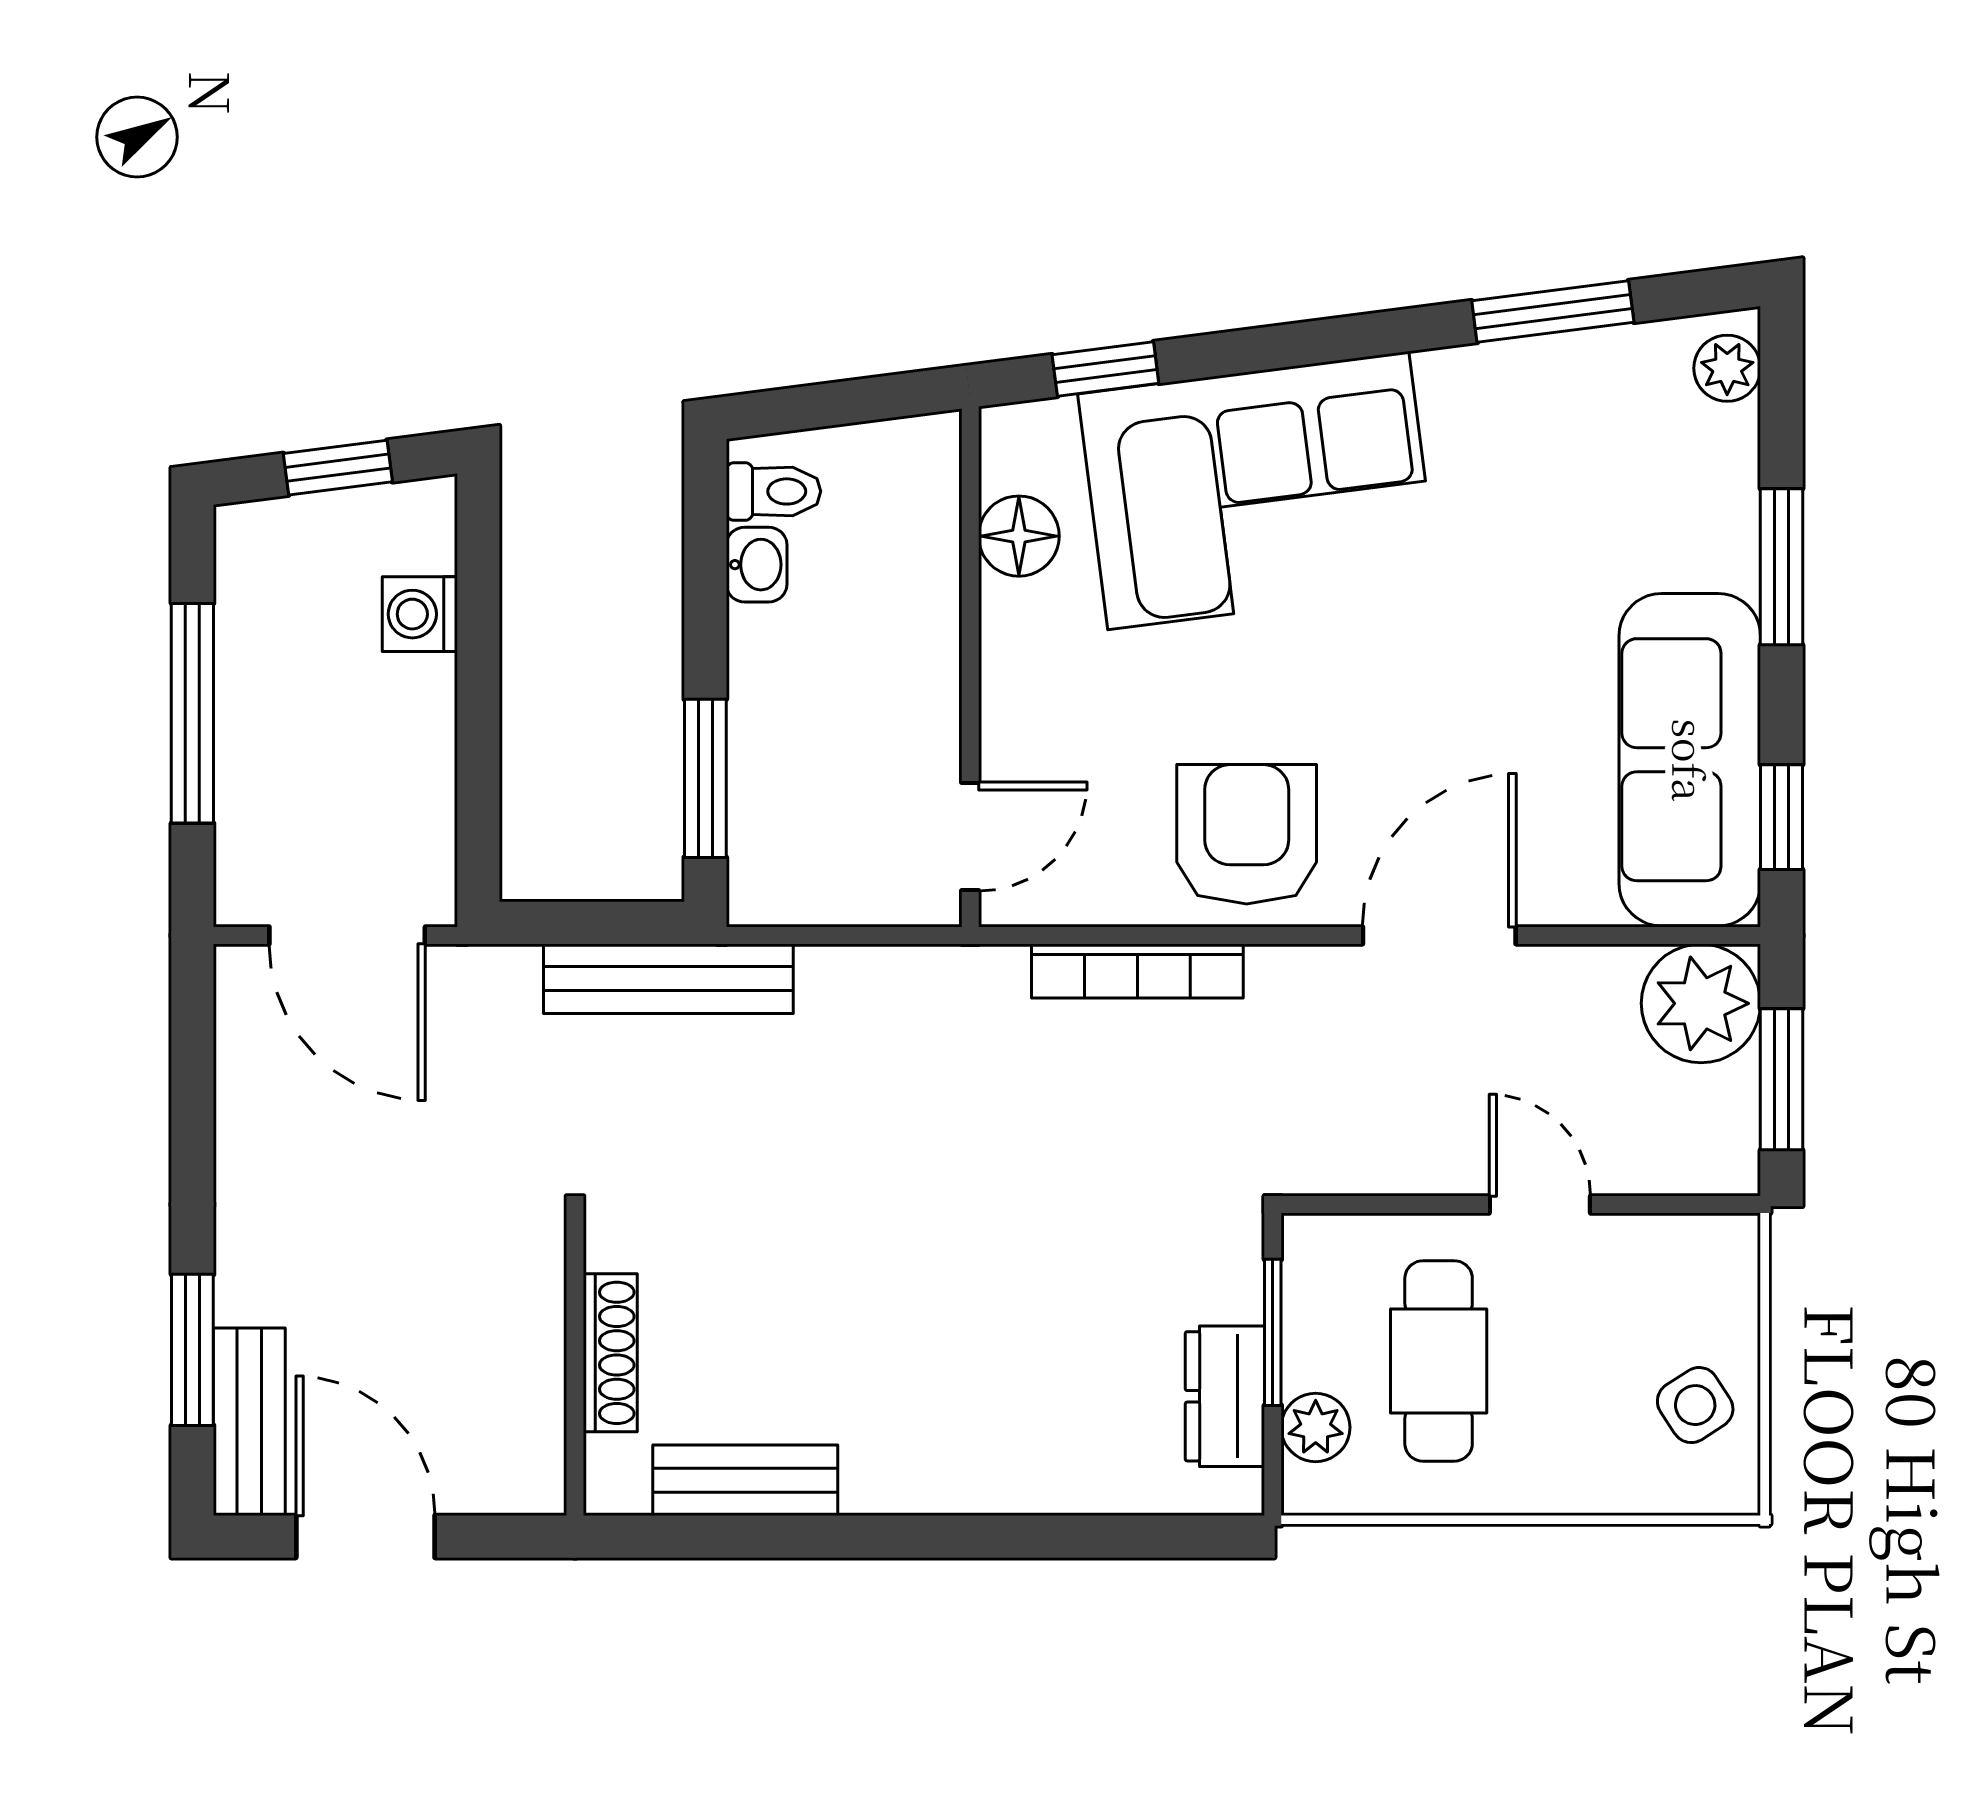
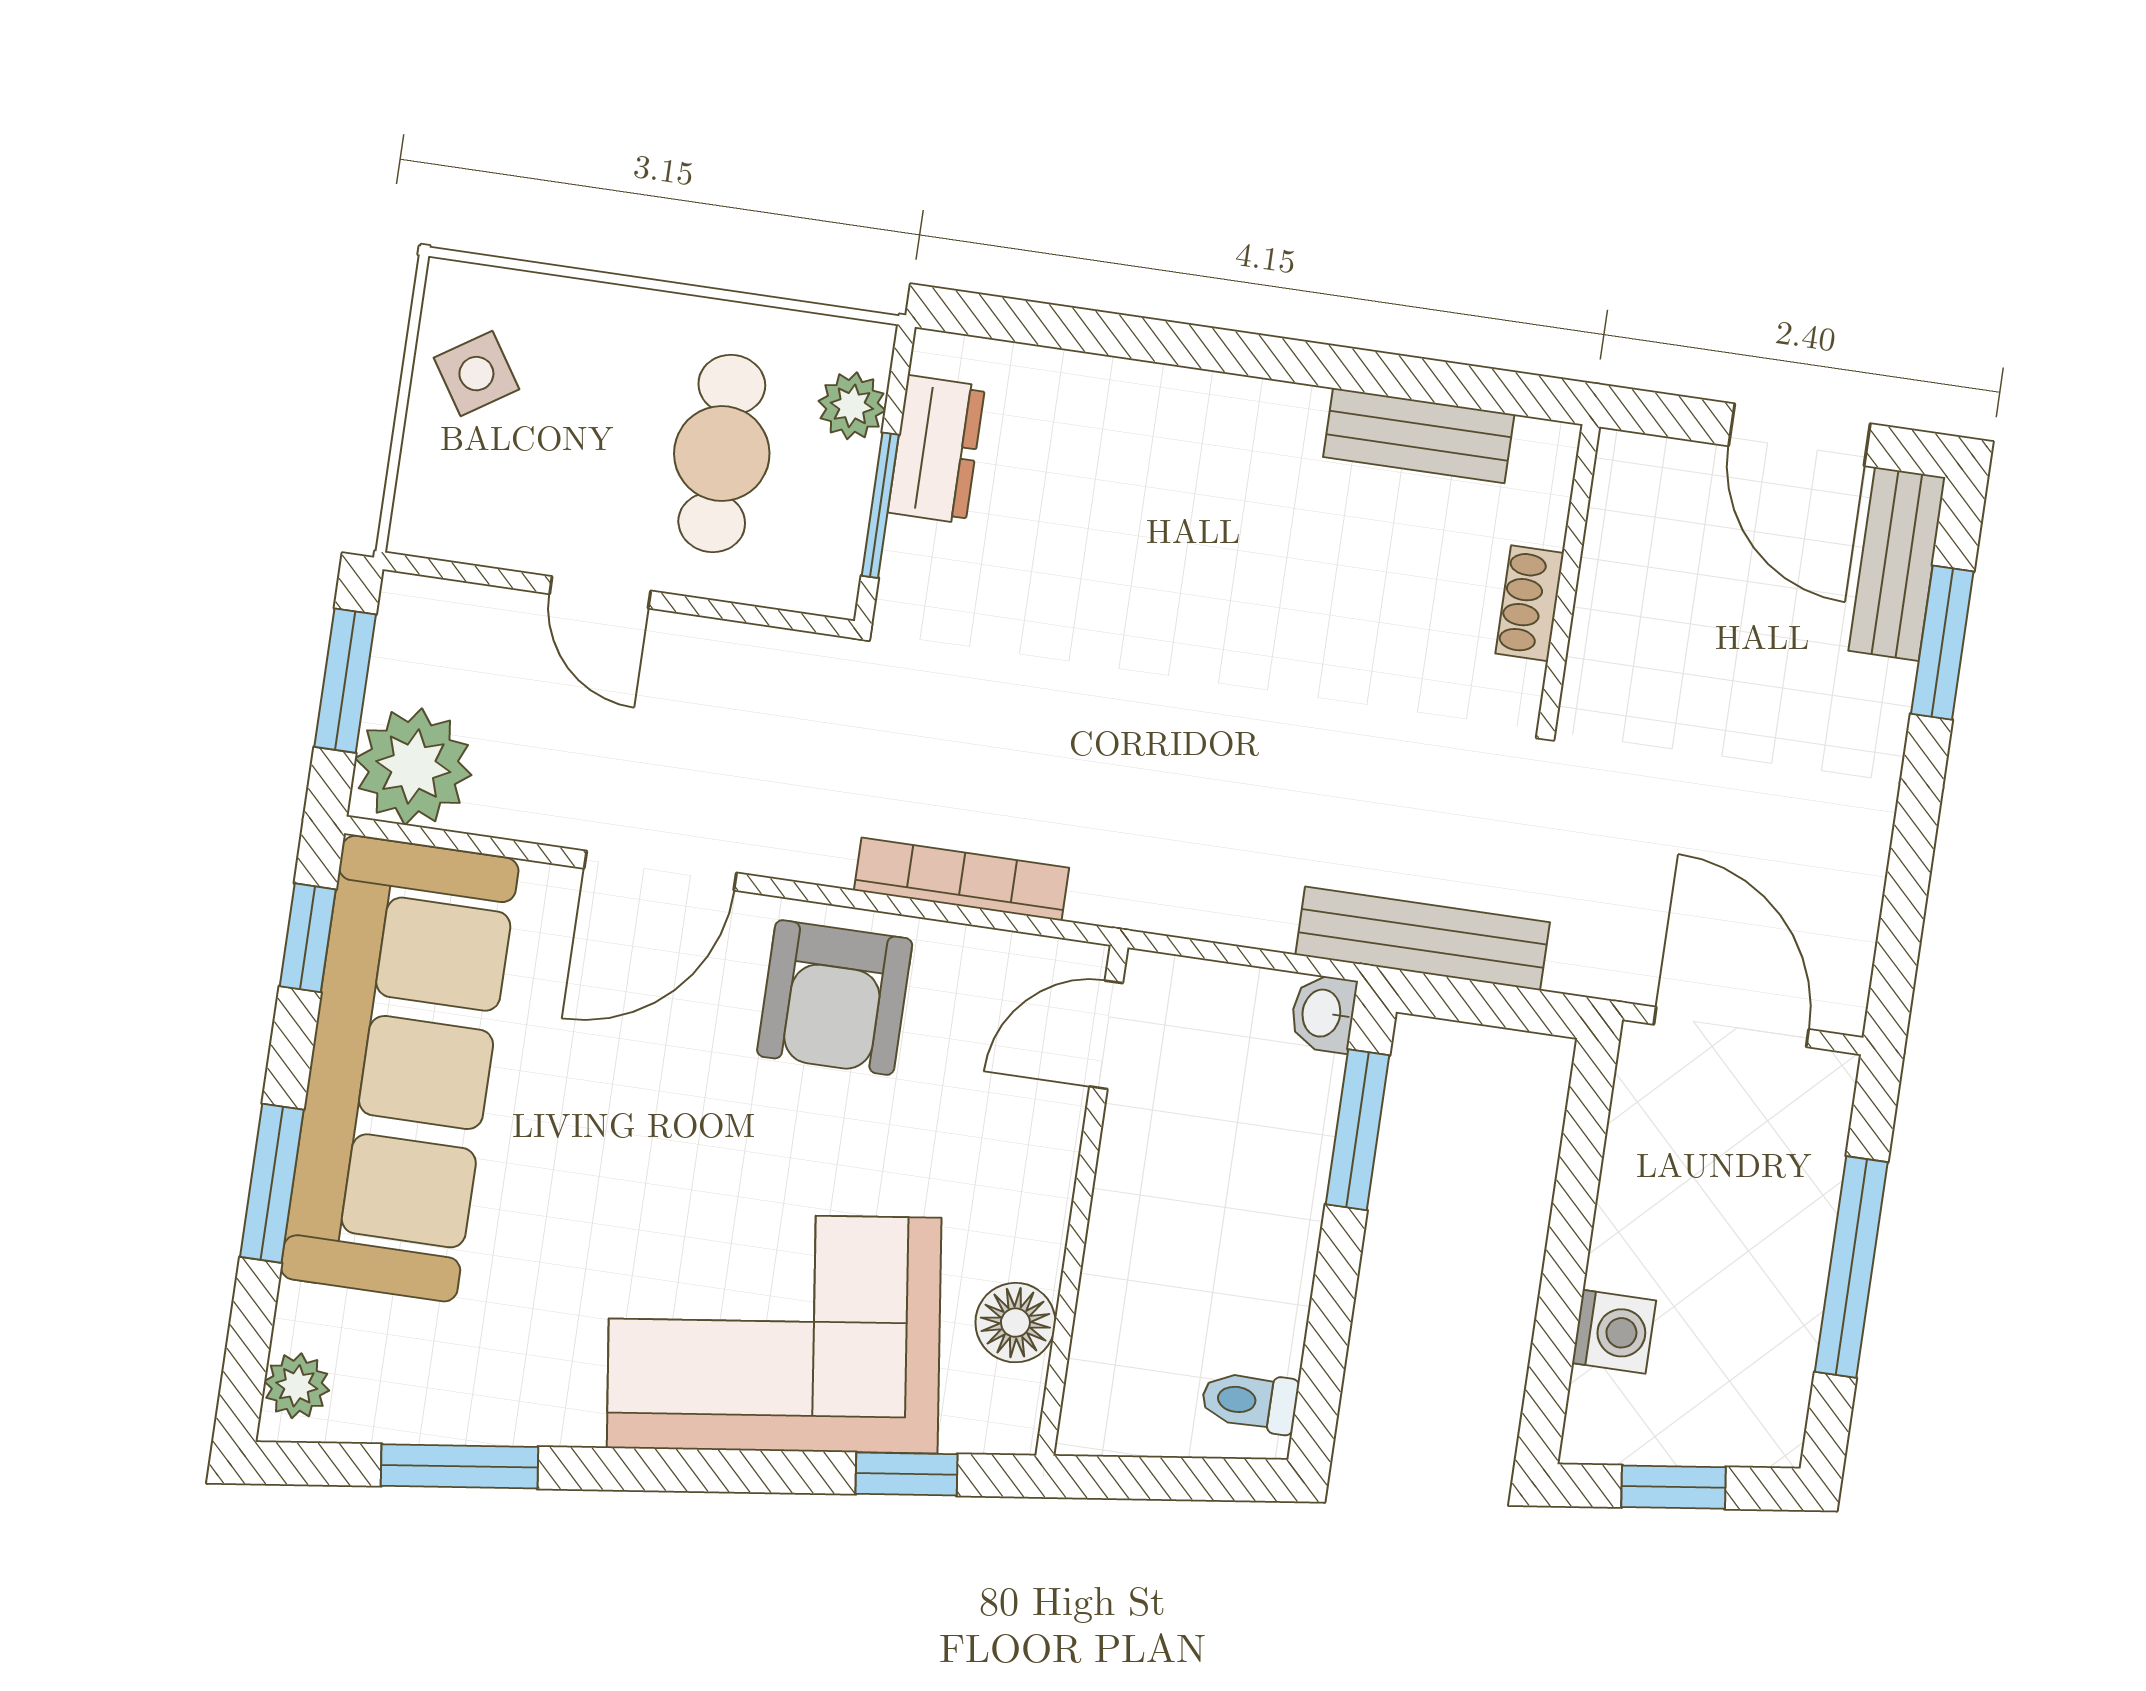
washbasin: (757, 565) -> (1323, 1013), moved
sofa: (1690, 760) -> (400, 1069), width x1.36, depth x1.27
shoe rack: (610, 1353) -> (1530, 603), width x0.70

